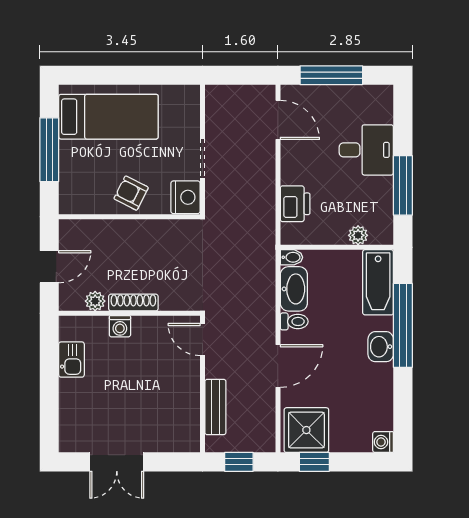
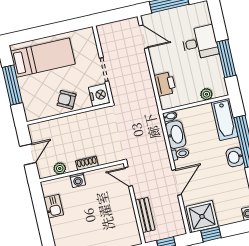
shoe rack: (133, 303) -> (87, 163), width x0.70

